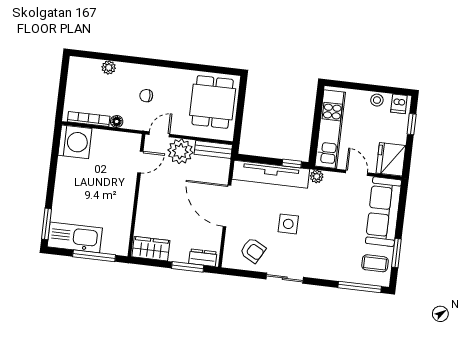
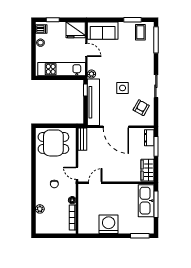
washing machine: (75, 142) -> (109, 224), moved
plant: (180, 151) -> (86, 159), removed
door: (140, 162) -> (95, 183), hinge flipped
door: (357, 173) -> (86, 50), swing flipped
door: (227, 206) -> (116, 127), hinge flipped
sofa: (383, 212) -> (103, 31), width x0.73
kitchen sink: (75, 237) -> (146, 201), moved

